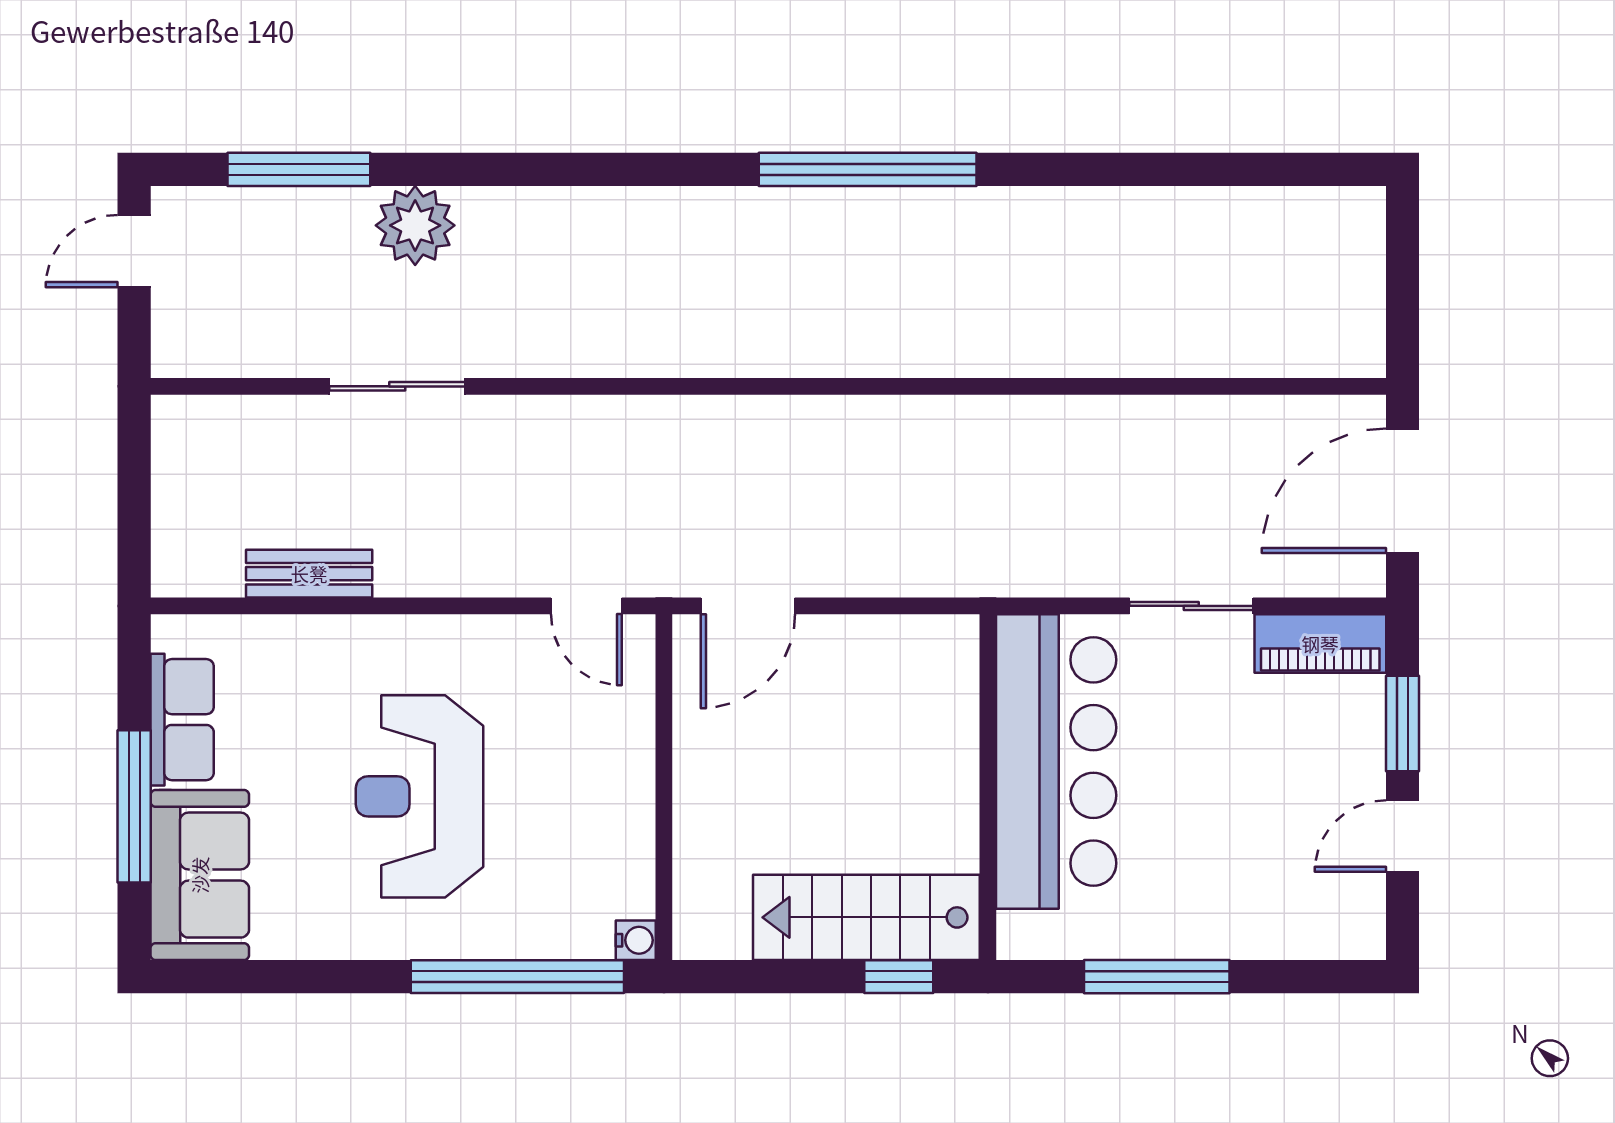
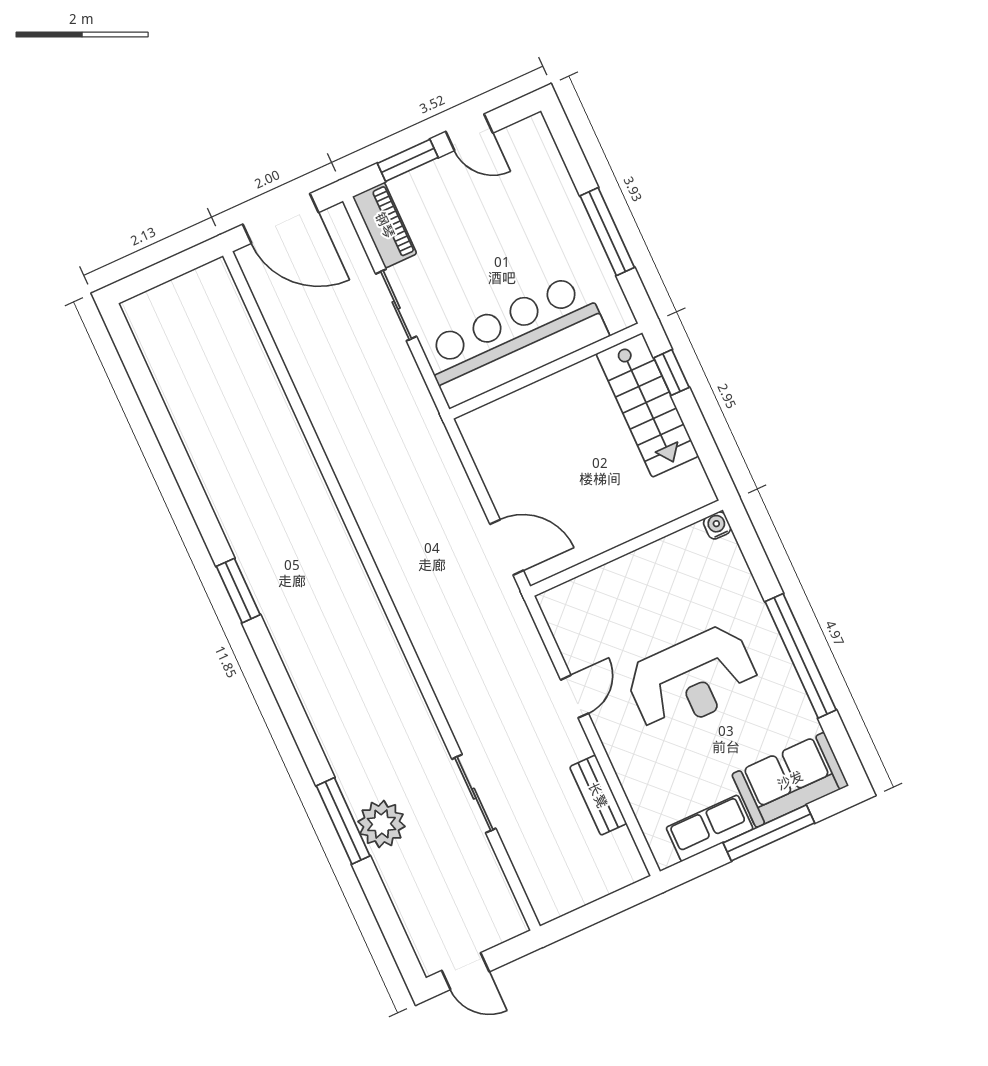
window: (299, 169) -> (343, 821), moved
window: (868, 169) -> (238, 591), width x0.47
door: (586, 606) -> (575, 697), moved
window: (517, 977) -> (801, 656), moved

